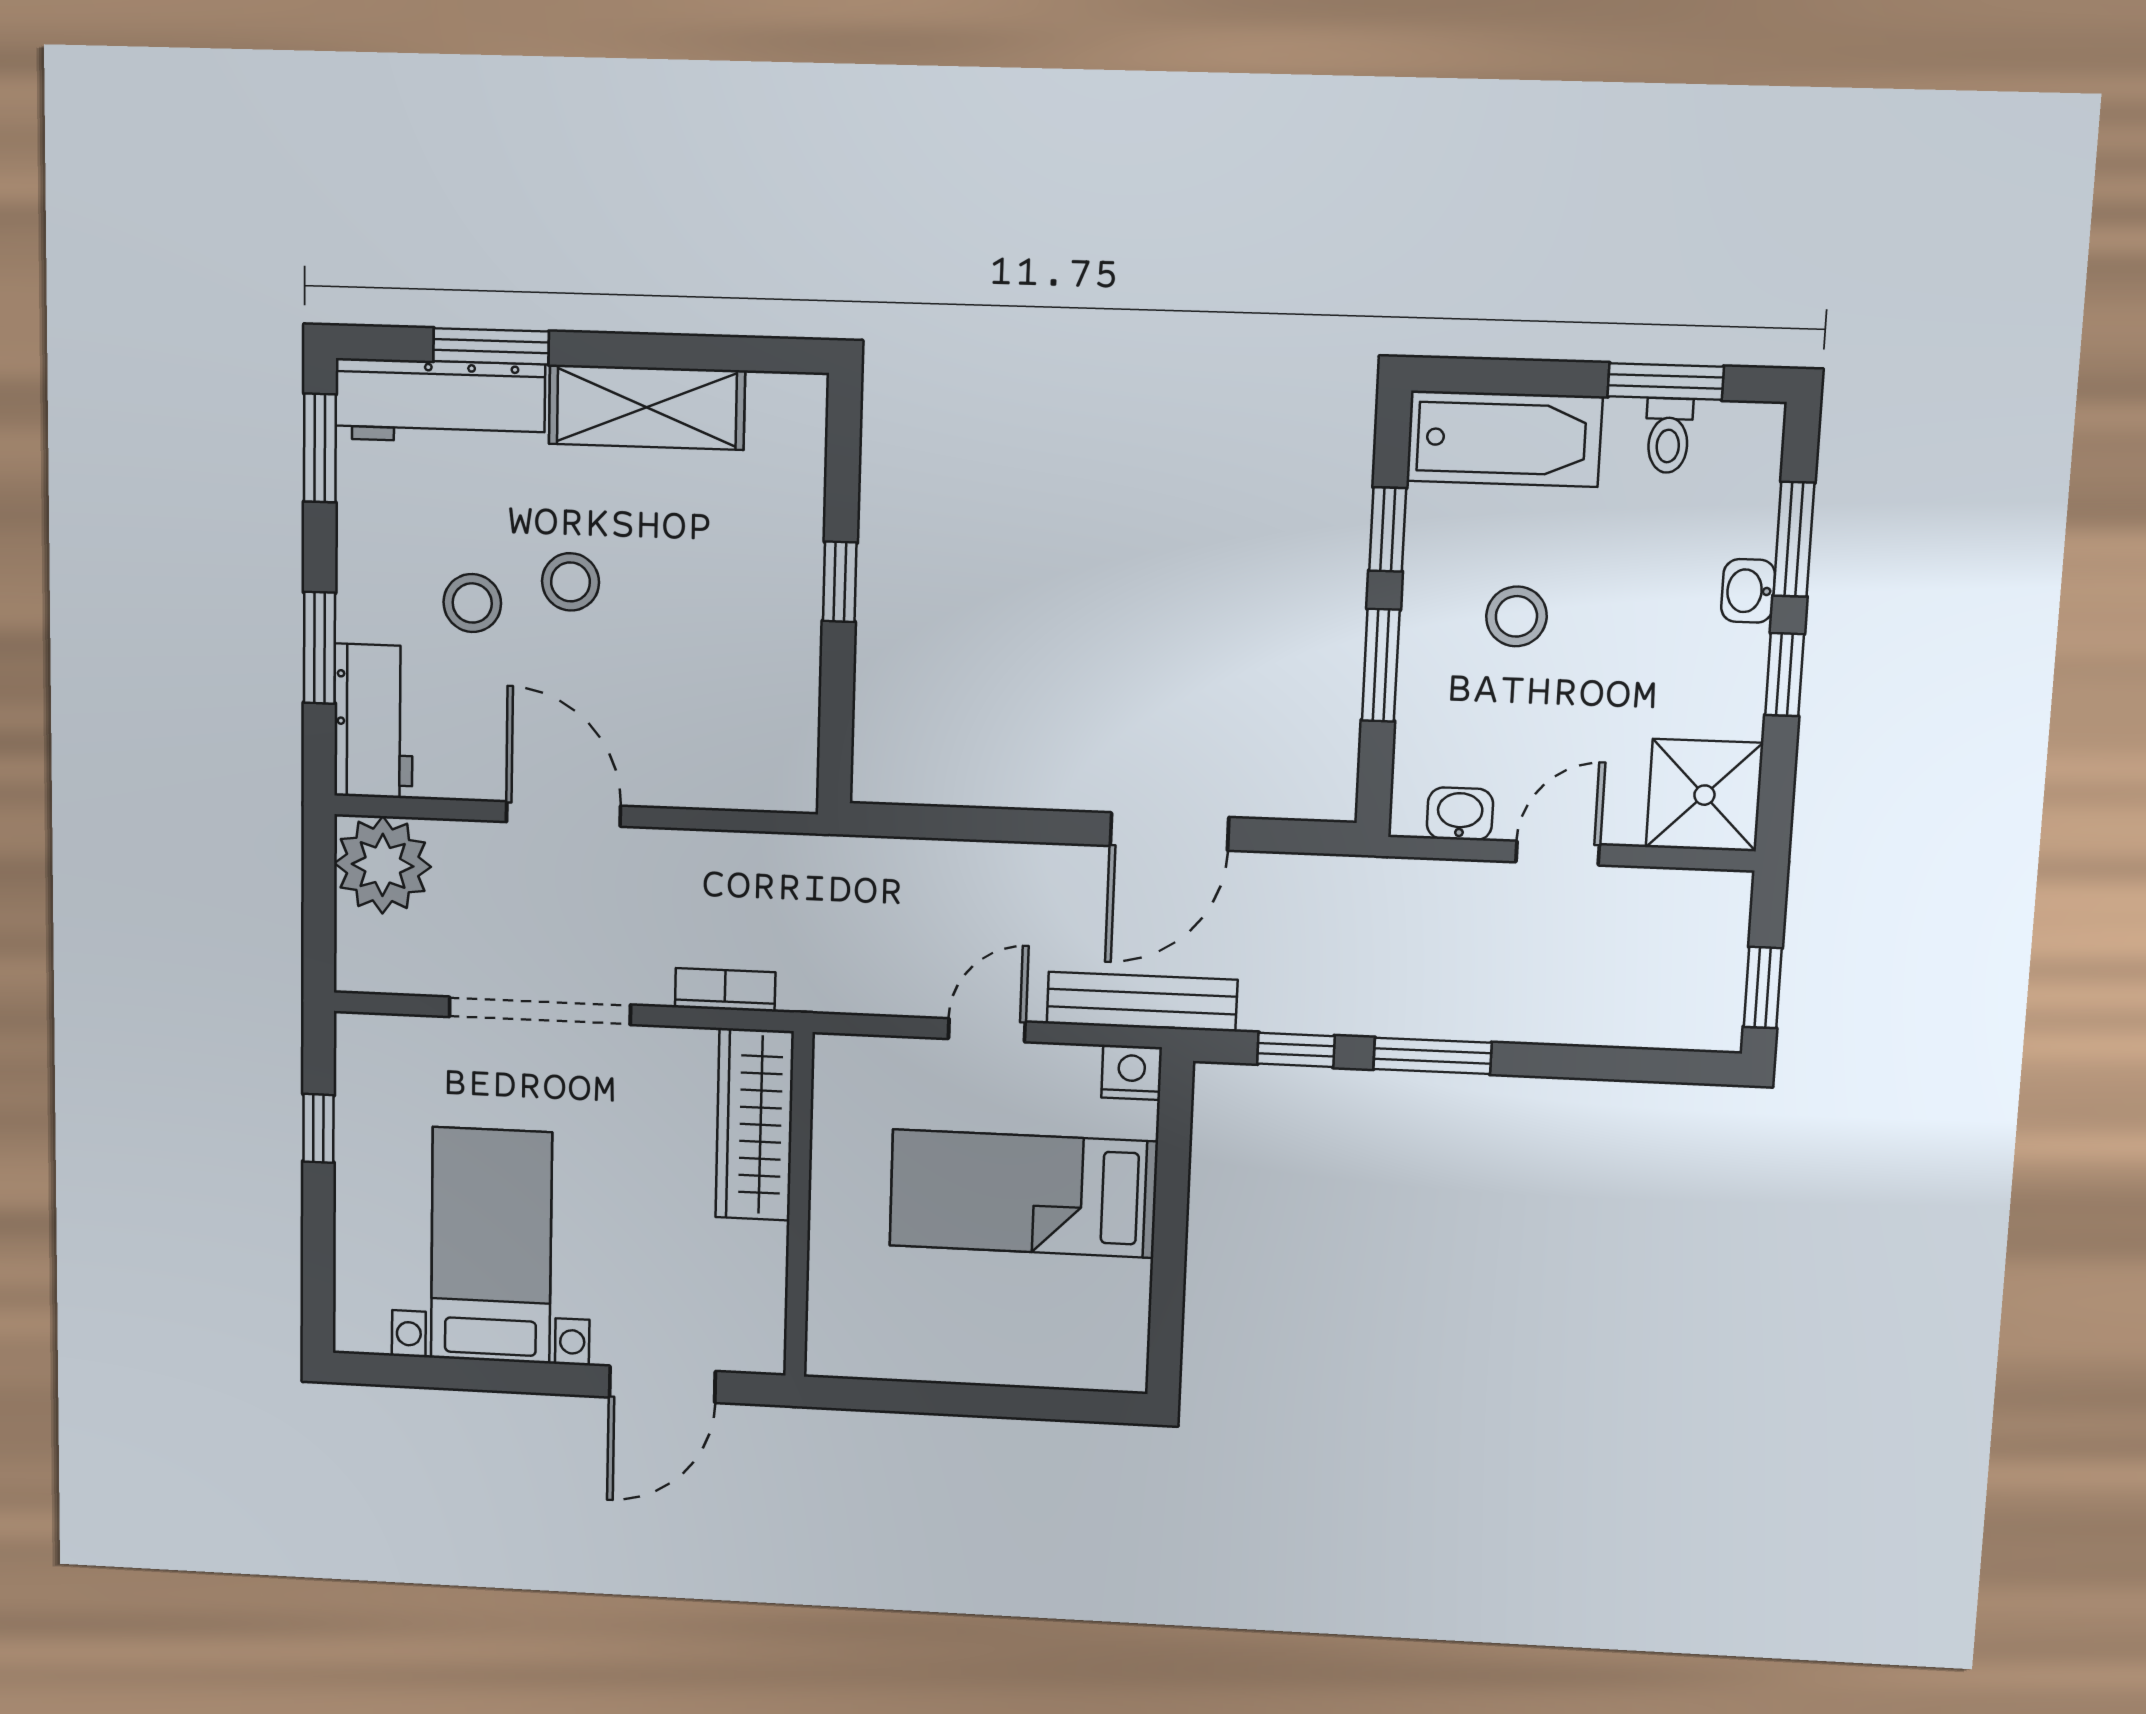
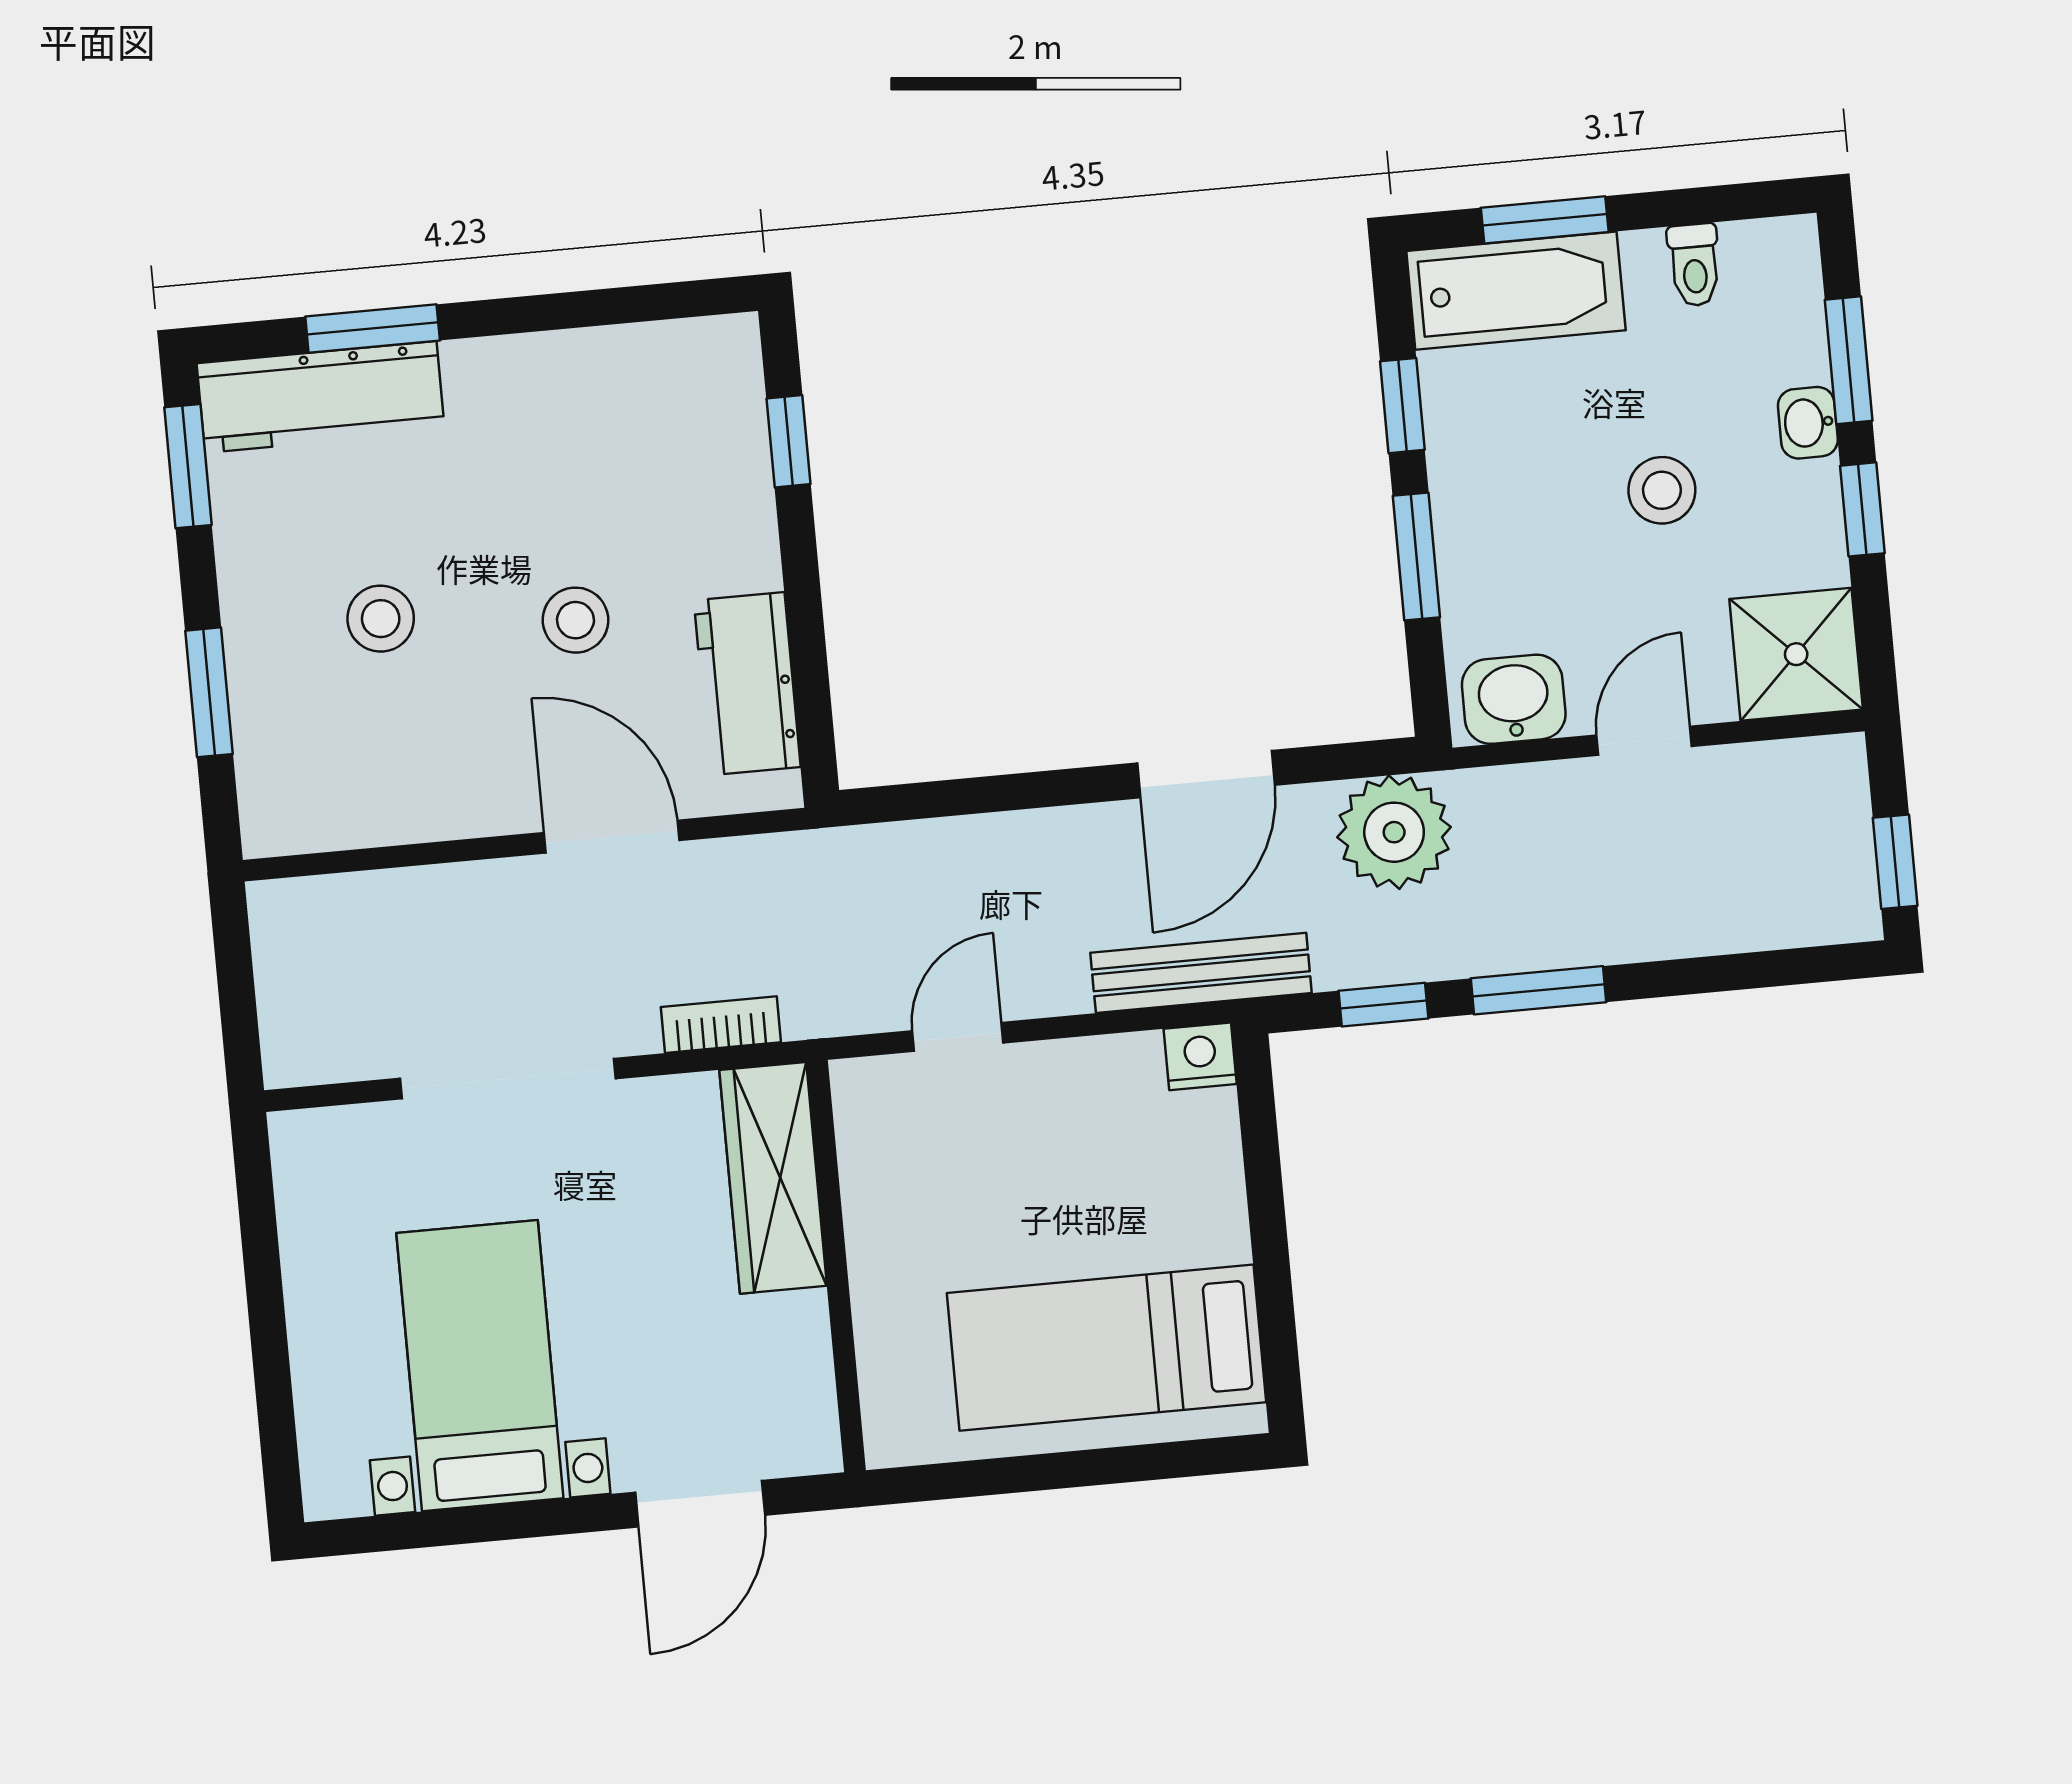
window: (1666, 382) -> (1545, 220), moved
shelving: (647, 407) -> (557, 374), removed
stool: (570, 582) -> (575, 620), moved
window: (840, 582) -> (788, 441), moved
stool: (1516, 616) -> (1662, 490), moved
workbench: (373, 721) -> (747, 684), moved, turned 180
door: (563, 814) -> (612, 837), moved
washbasin: (1460, 814) -> (1514, 699), width x1.38, depth x1.45
plant: (383, 865) -> (1394, 832), moved
door: (987, 1030) -> (958, 1037), moved
window: (318, 1128) -> (261, 1254), removed
bed: (1023, 1194) -> (1107, 1348), moved

